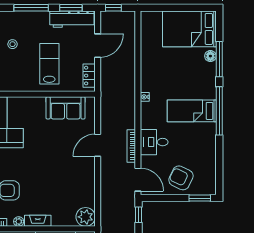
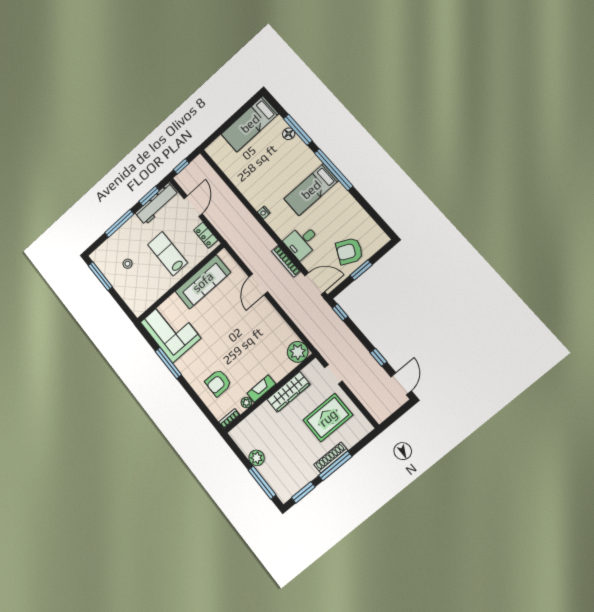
bed: (189, 29) -> (250, 124), width x0.67
sofa: (66, 108) -> (203, 282), width x1.36
window: (200, 198) -> (361, 270), moved

